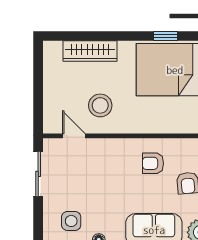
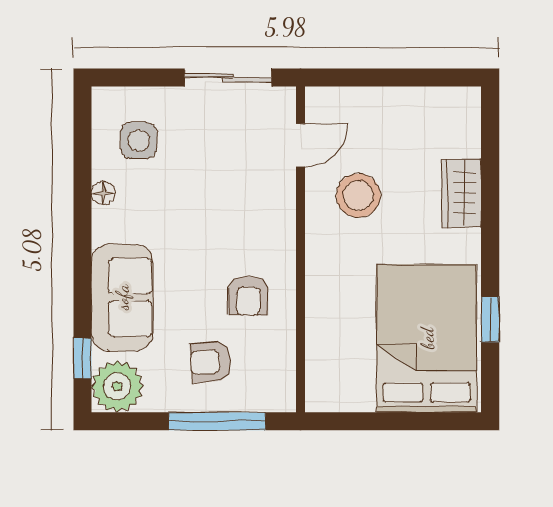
wardrobe: (90, 51) -> (462, 193), width x0.67
armchair: (153, 163) -> (248, 296), turned 180

